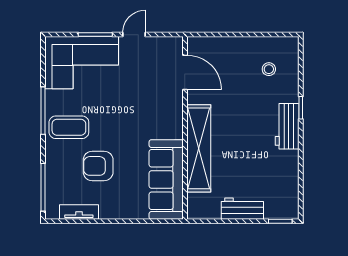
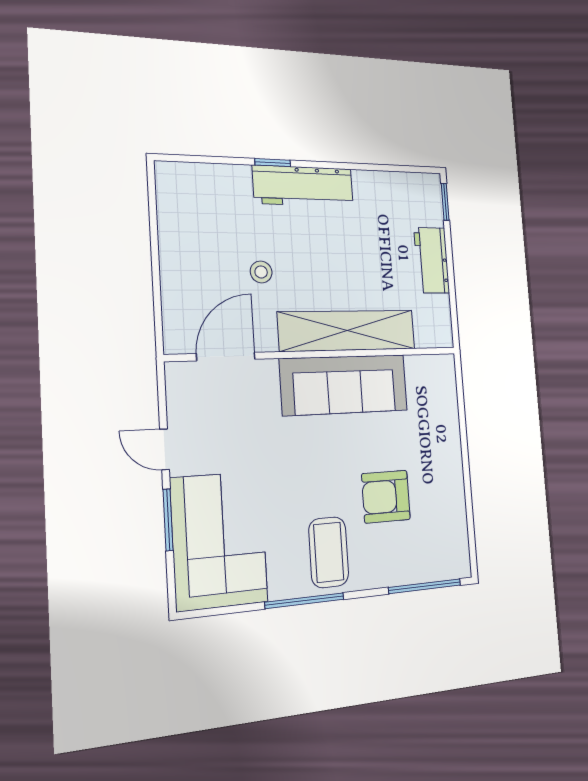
stool: (269, 69) -> (261, 272), moved
workbench: (287, 126) -> (303, 186), width x1.37
armchair: (98, 166) -> (386, 497), turned 90
sofa: (166, 180) -> (344, 385), moved
tv unit: (79, 212) -> (457, 522), removed

